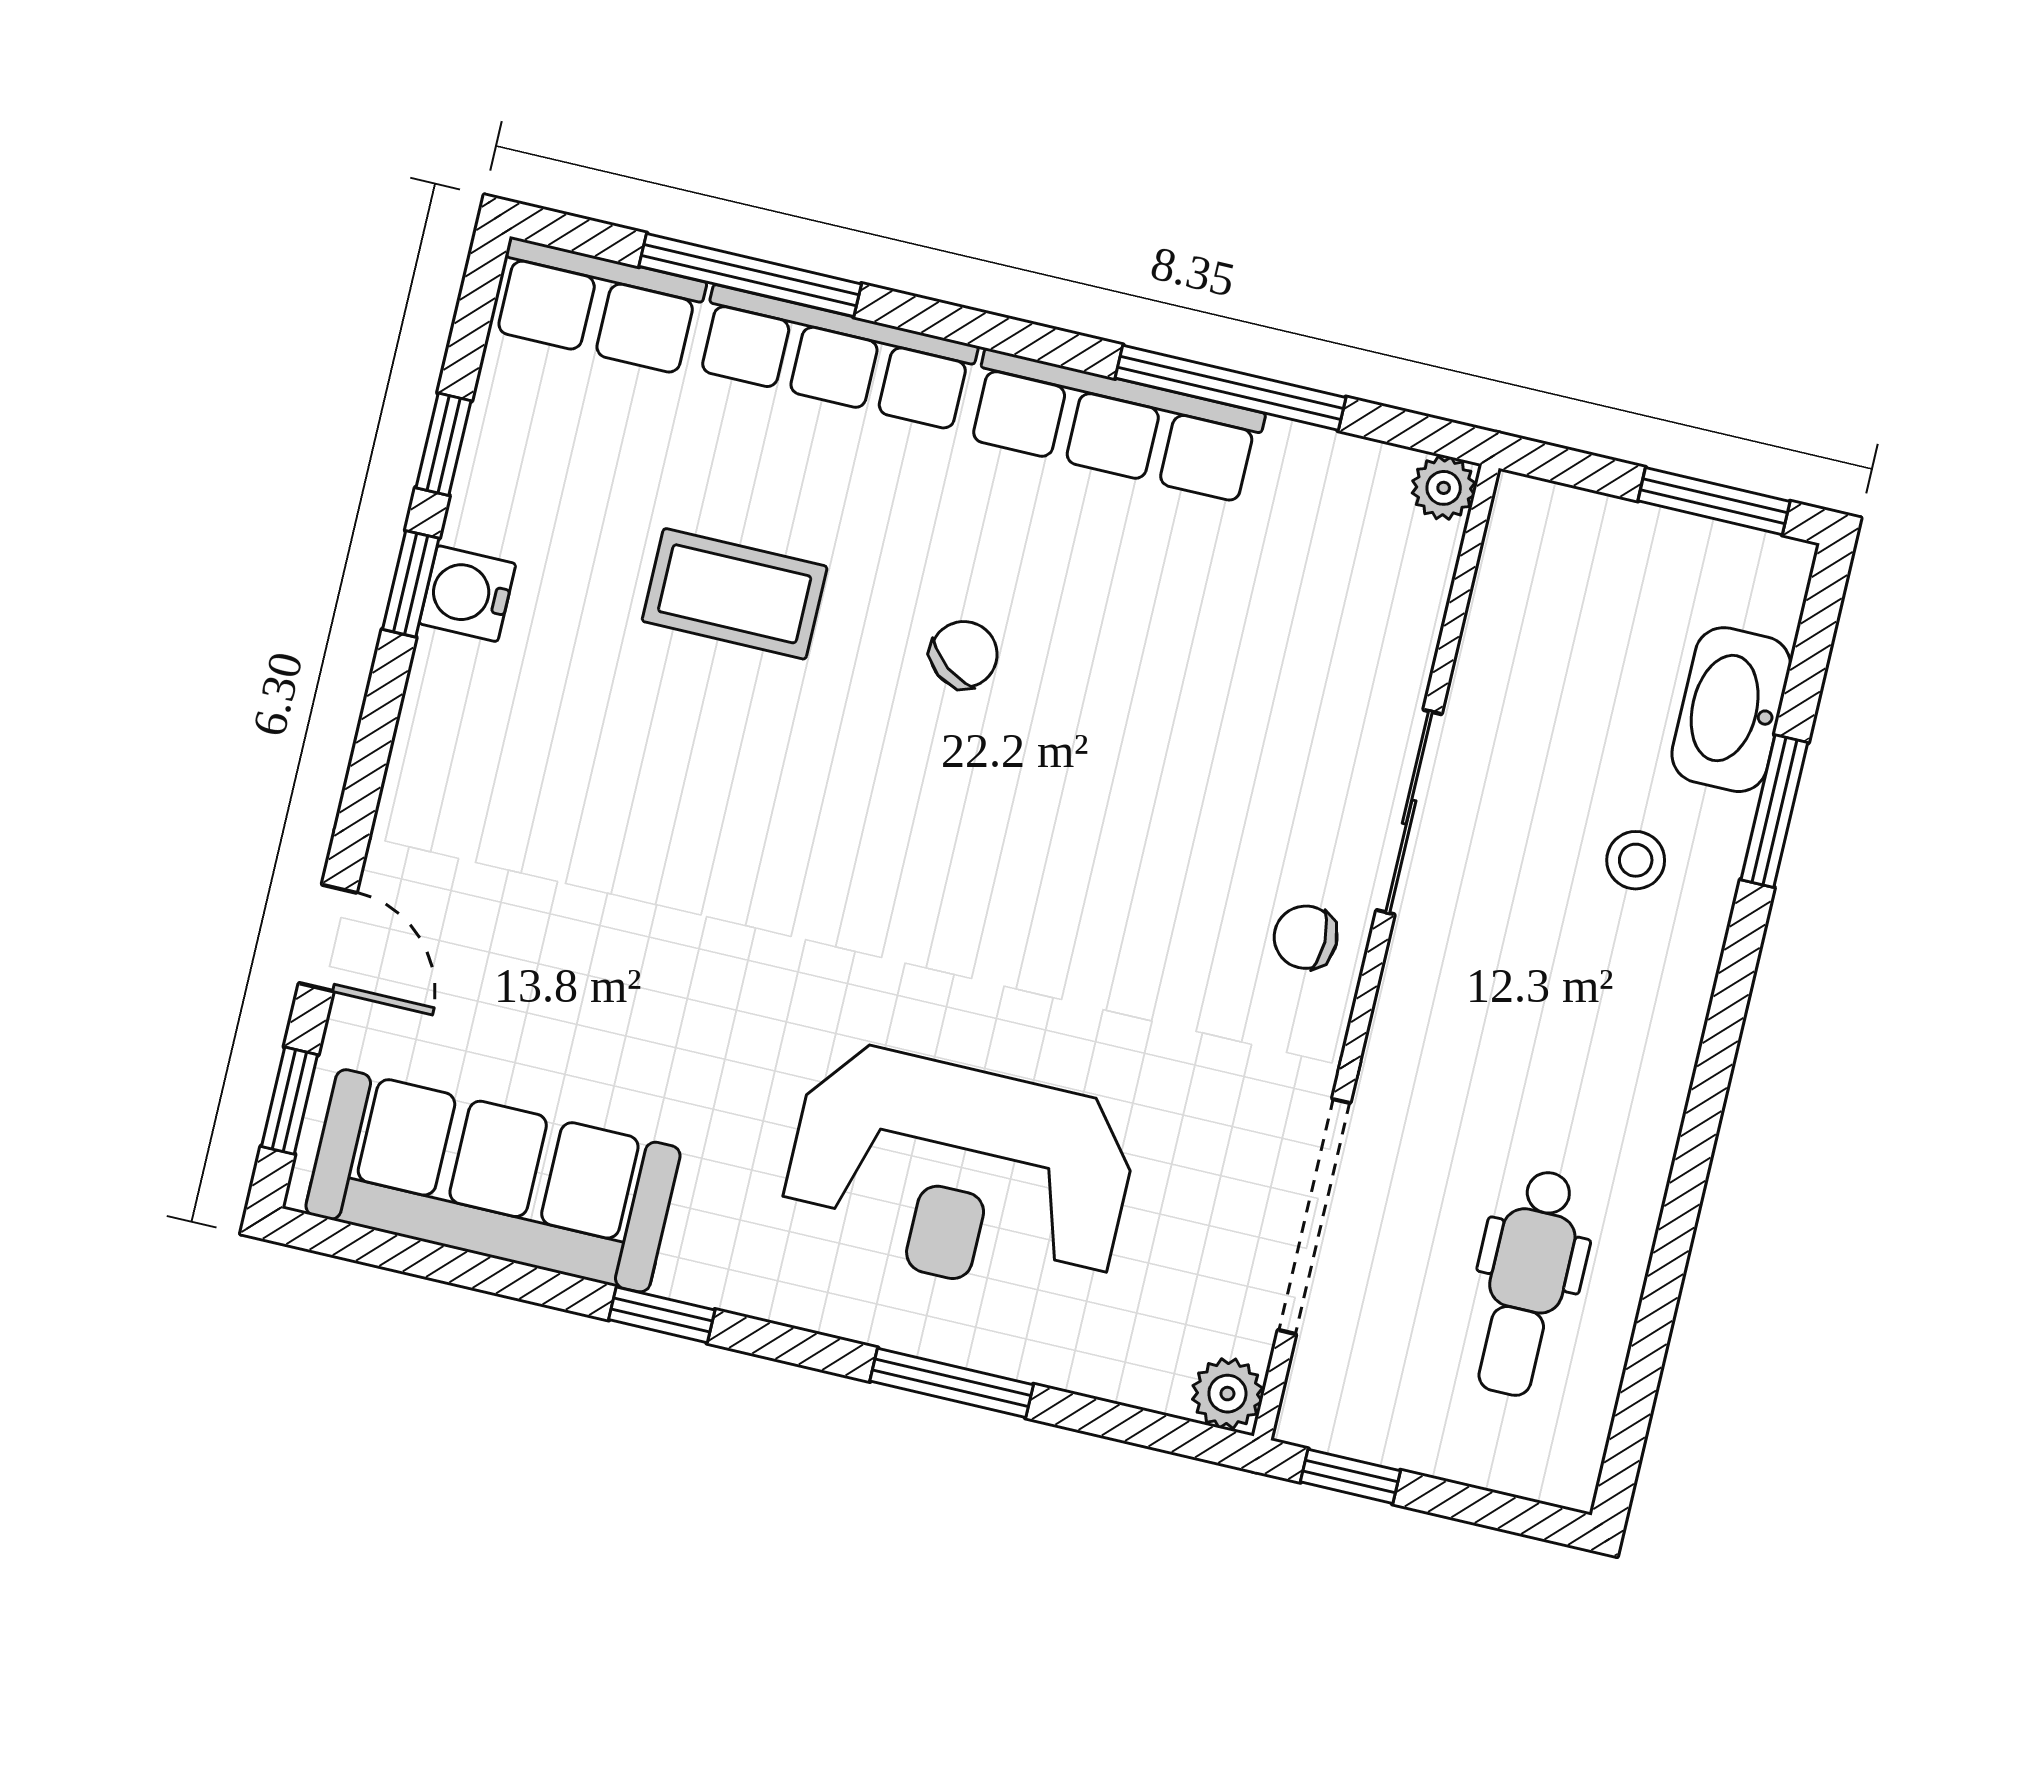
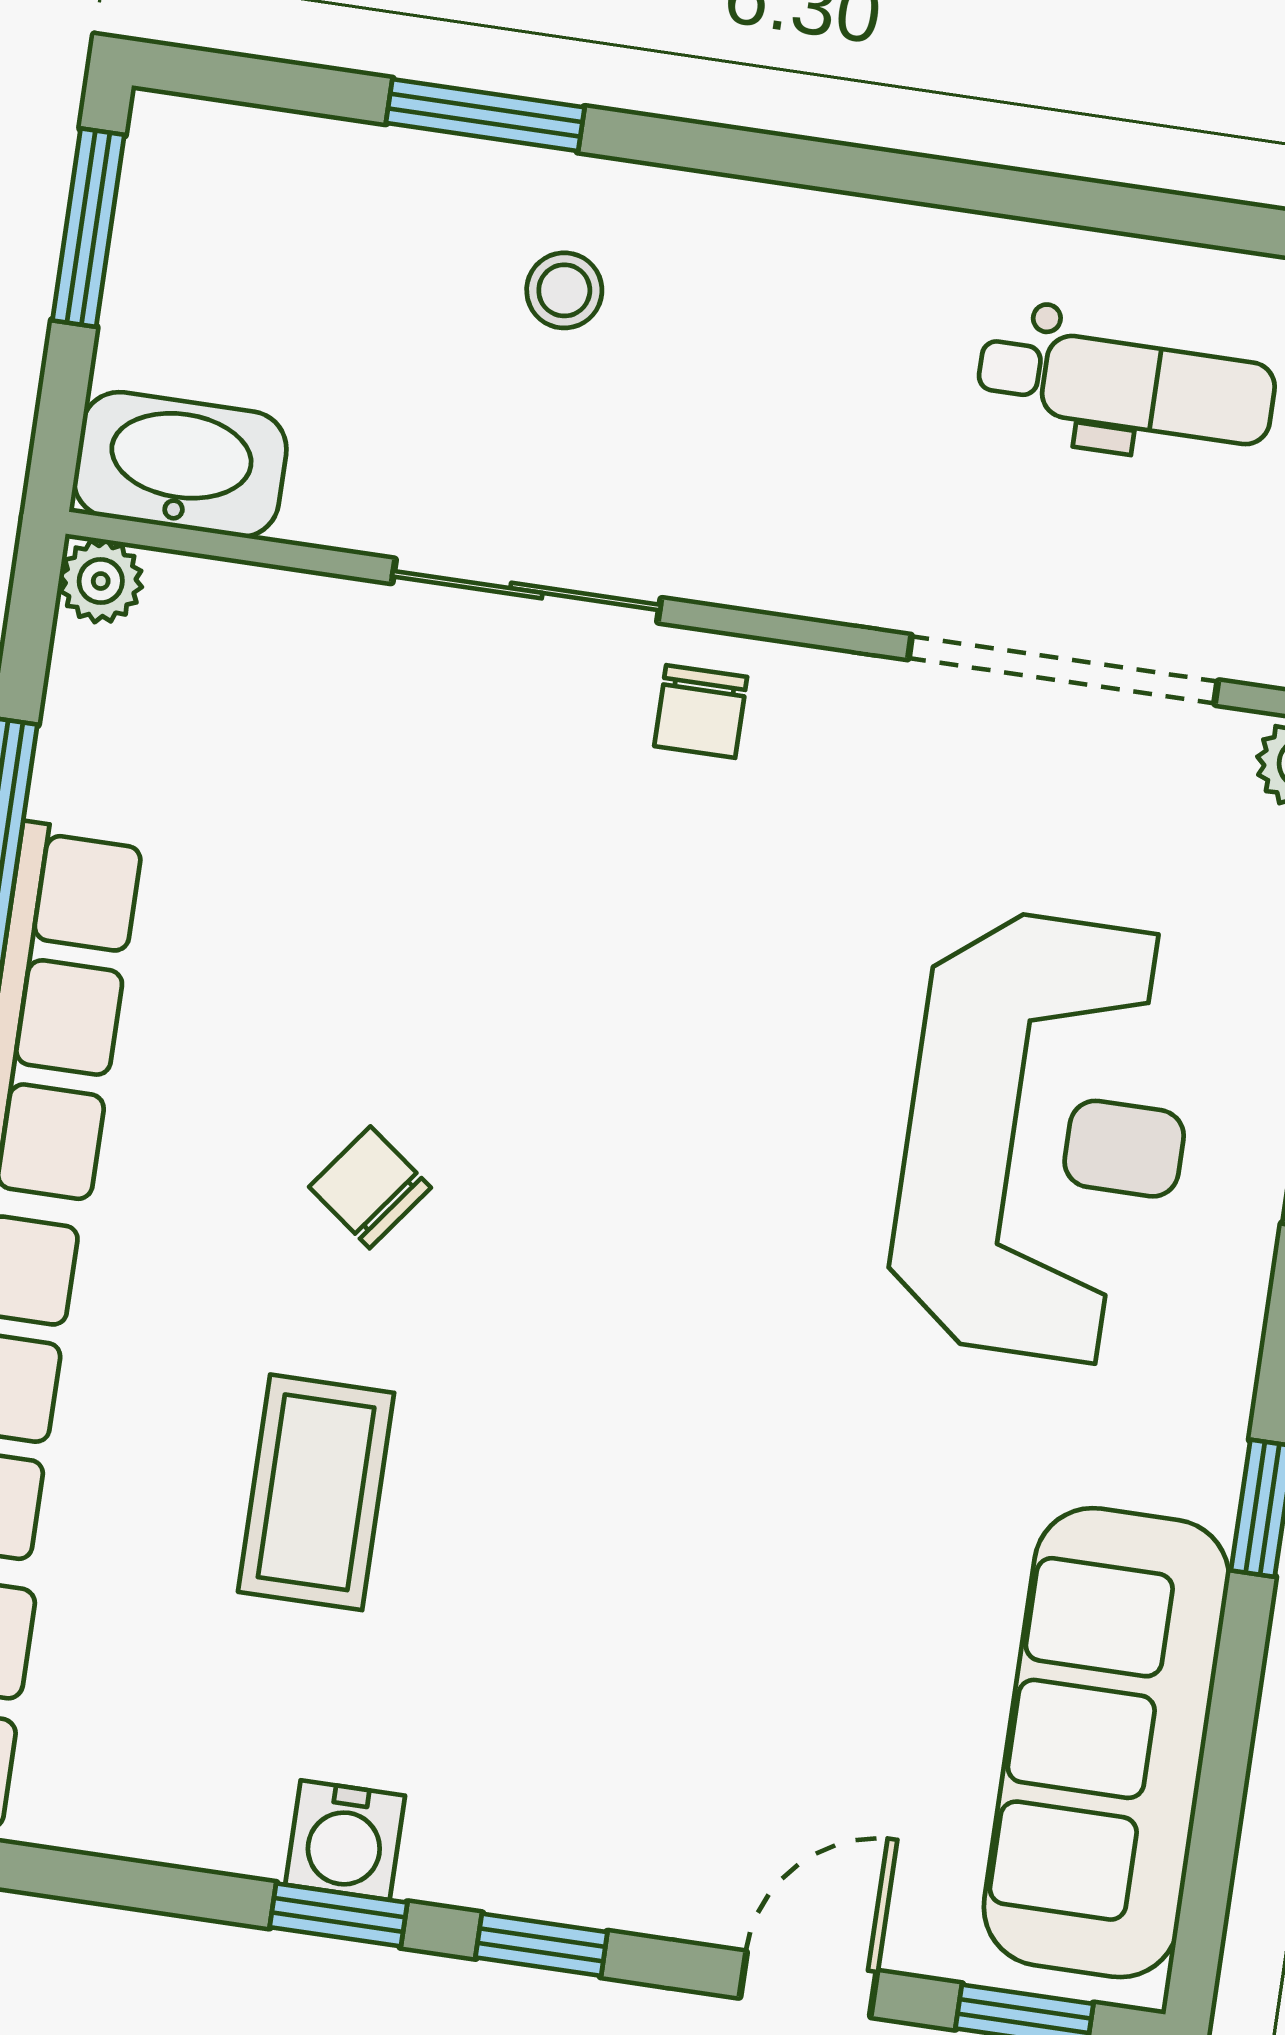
window: (444, 444) -> (541, 1945), moved
washbasin: (1731, 710) -> (180, 464), moved, turned 180

